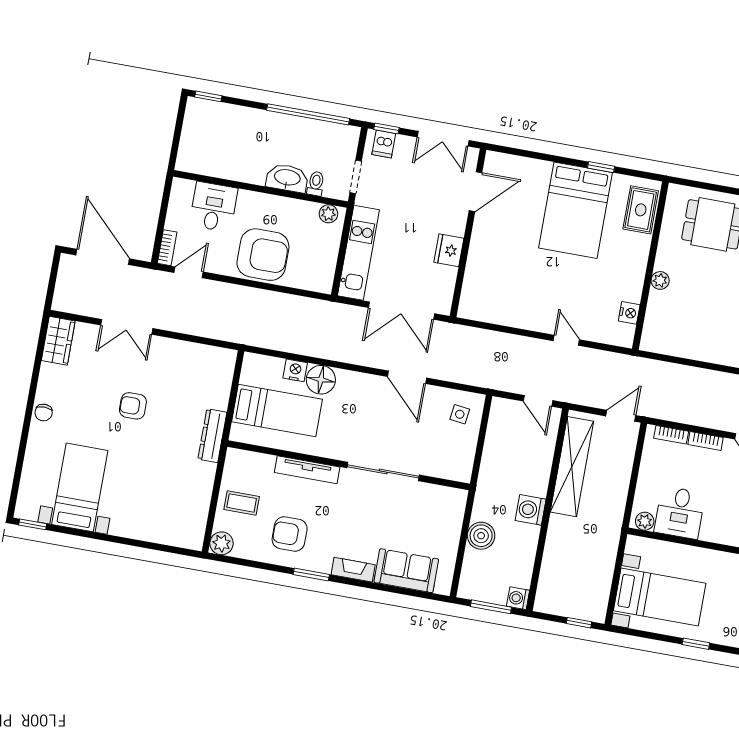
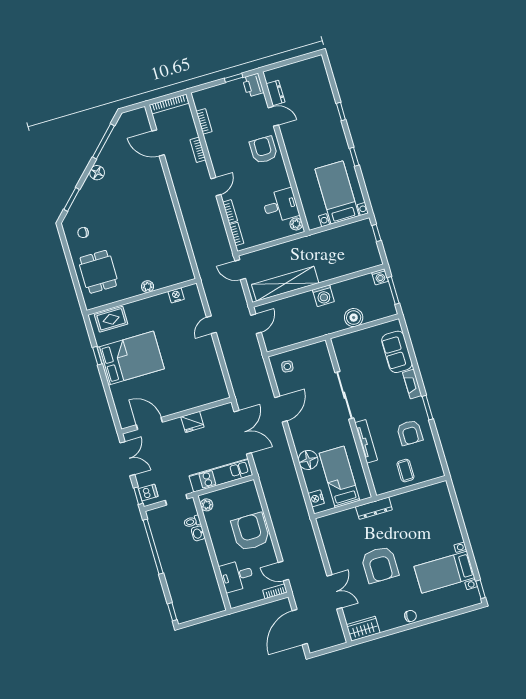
washbasin: (287, 178) -> (198, 533), width x0.52, depth x0.69
nightstand: (295, 370) -> (316, 498), moved
armchair: (133, 406) -> (380, 565), width x1.88, depth x1.88
plant: (222, 543) -> (436, 471), removed

